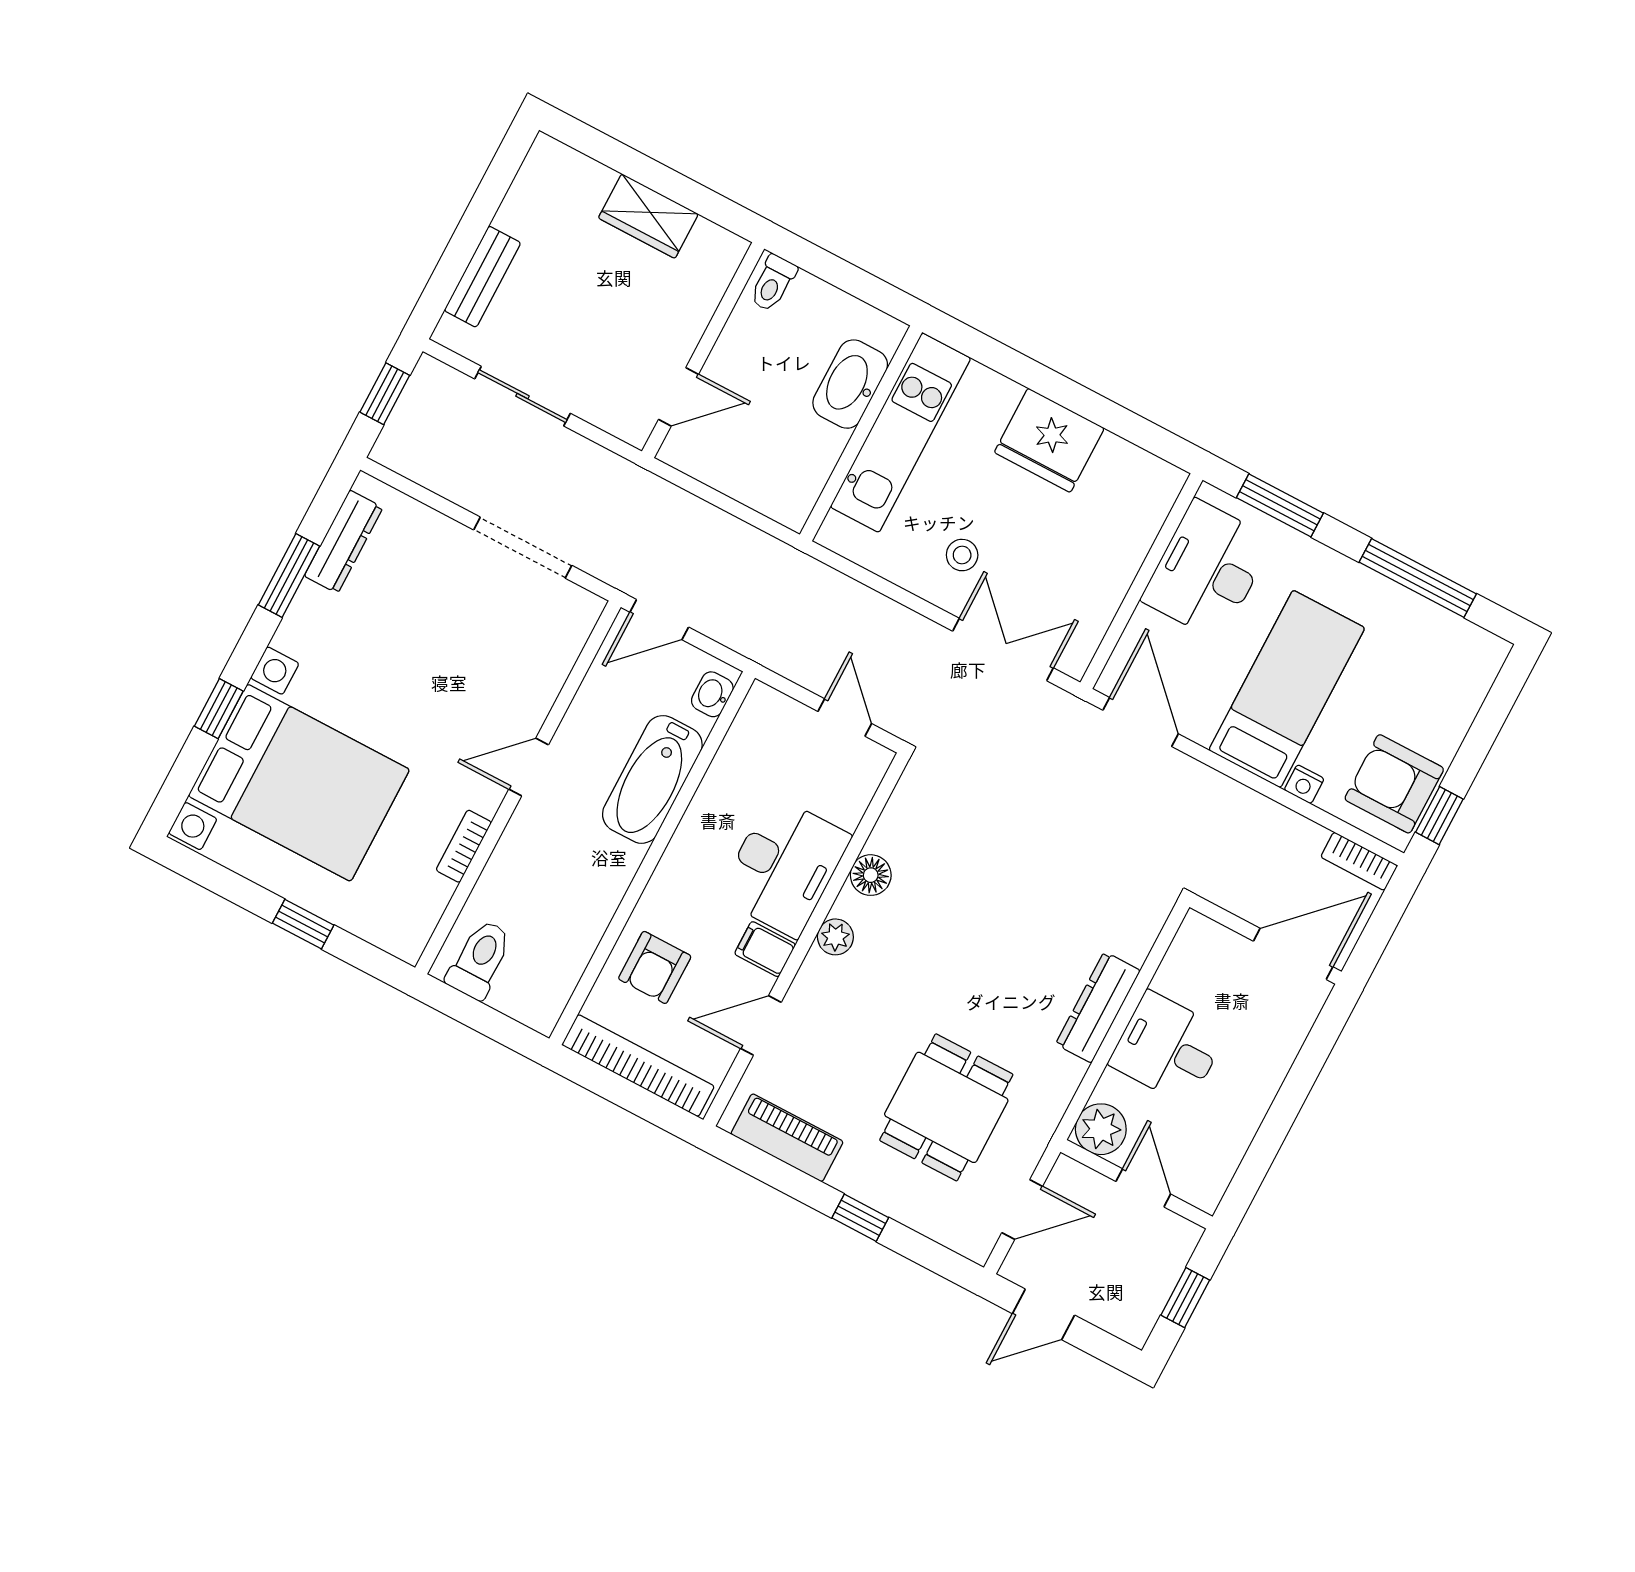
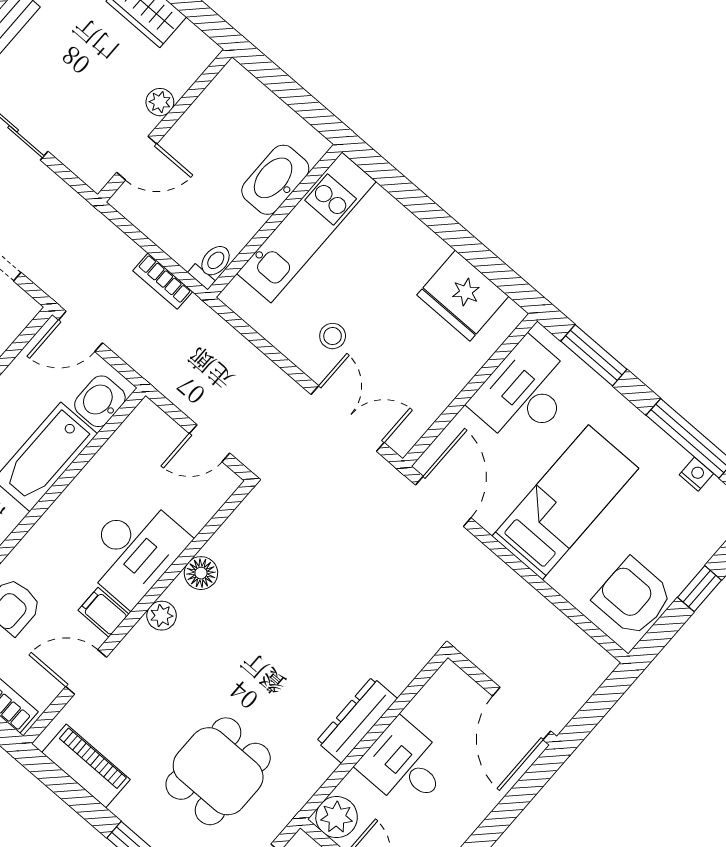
toilet: (773, 283) -> (212, 265), moved, turned 180
plant: (691, 323) -> (160, 102), added
fridge: (1049, 440) -> (463, 296), moved
washbasin: (712, 694) -> (100, 401), width x1.38, depth x1.45
door: (845, 717) -> (209, 443), swing flipped
nightstand: (1304, 784) -> (696, 474), moved, turned 180
window: (1439, 816) -> (699, 589), moved
bookcase: (1359, 861) -> (163, 281), moved
door: (1293, 954) -> (522, 714), swing flipped

